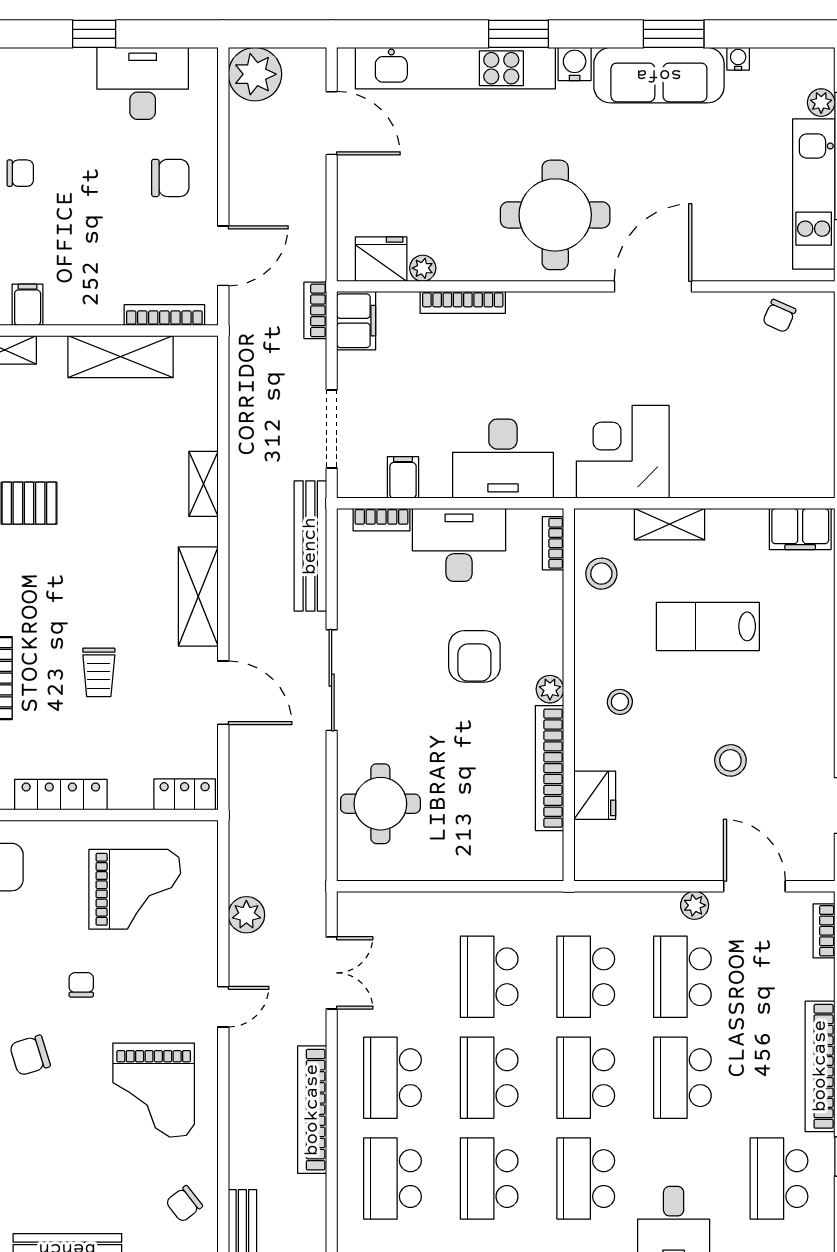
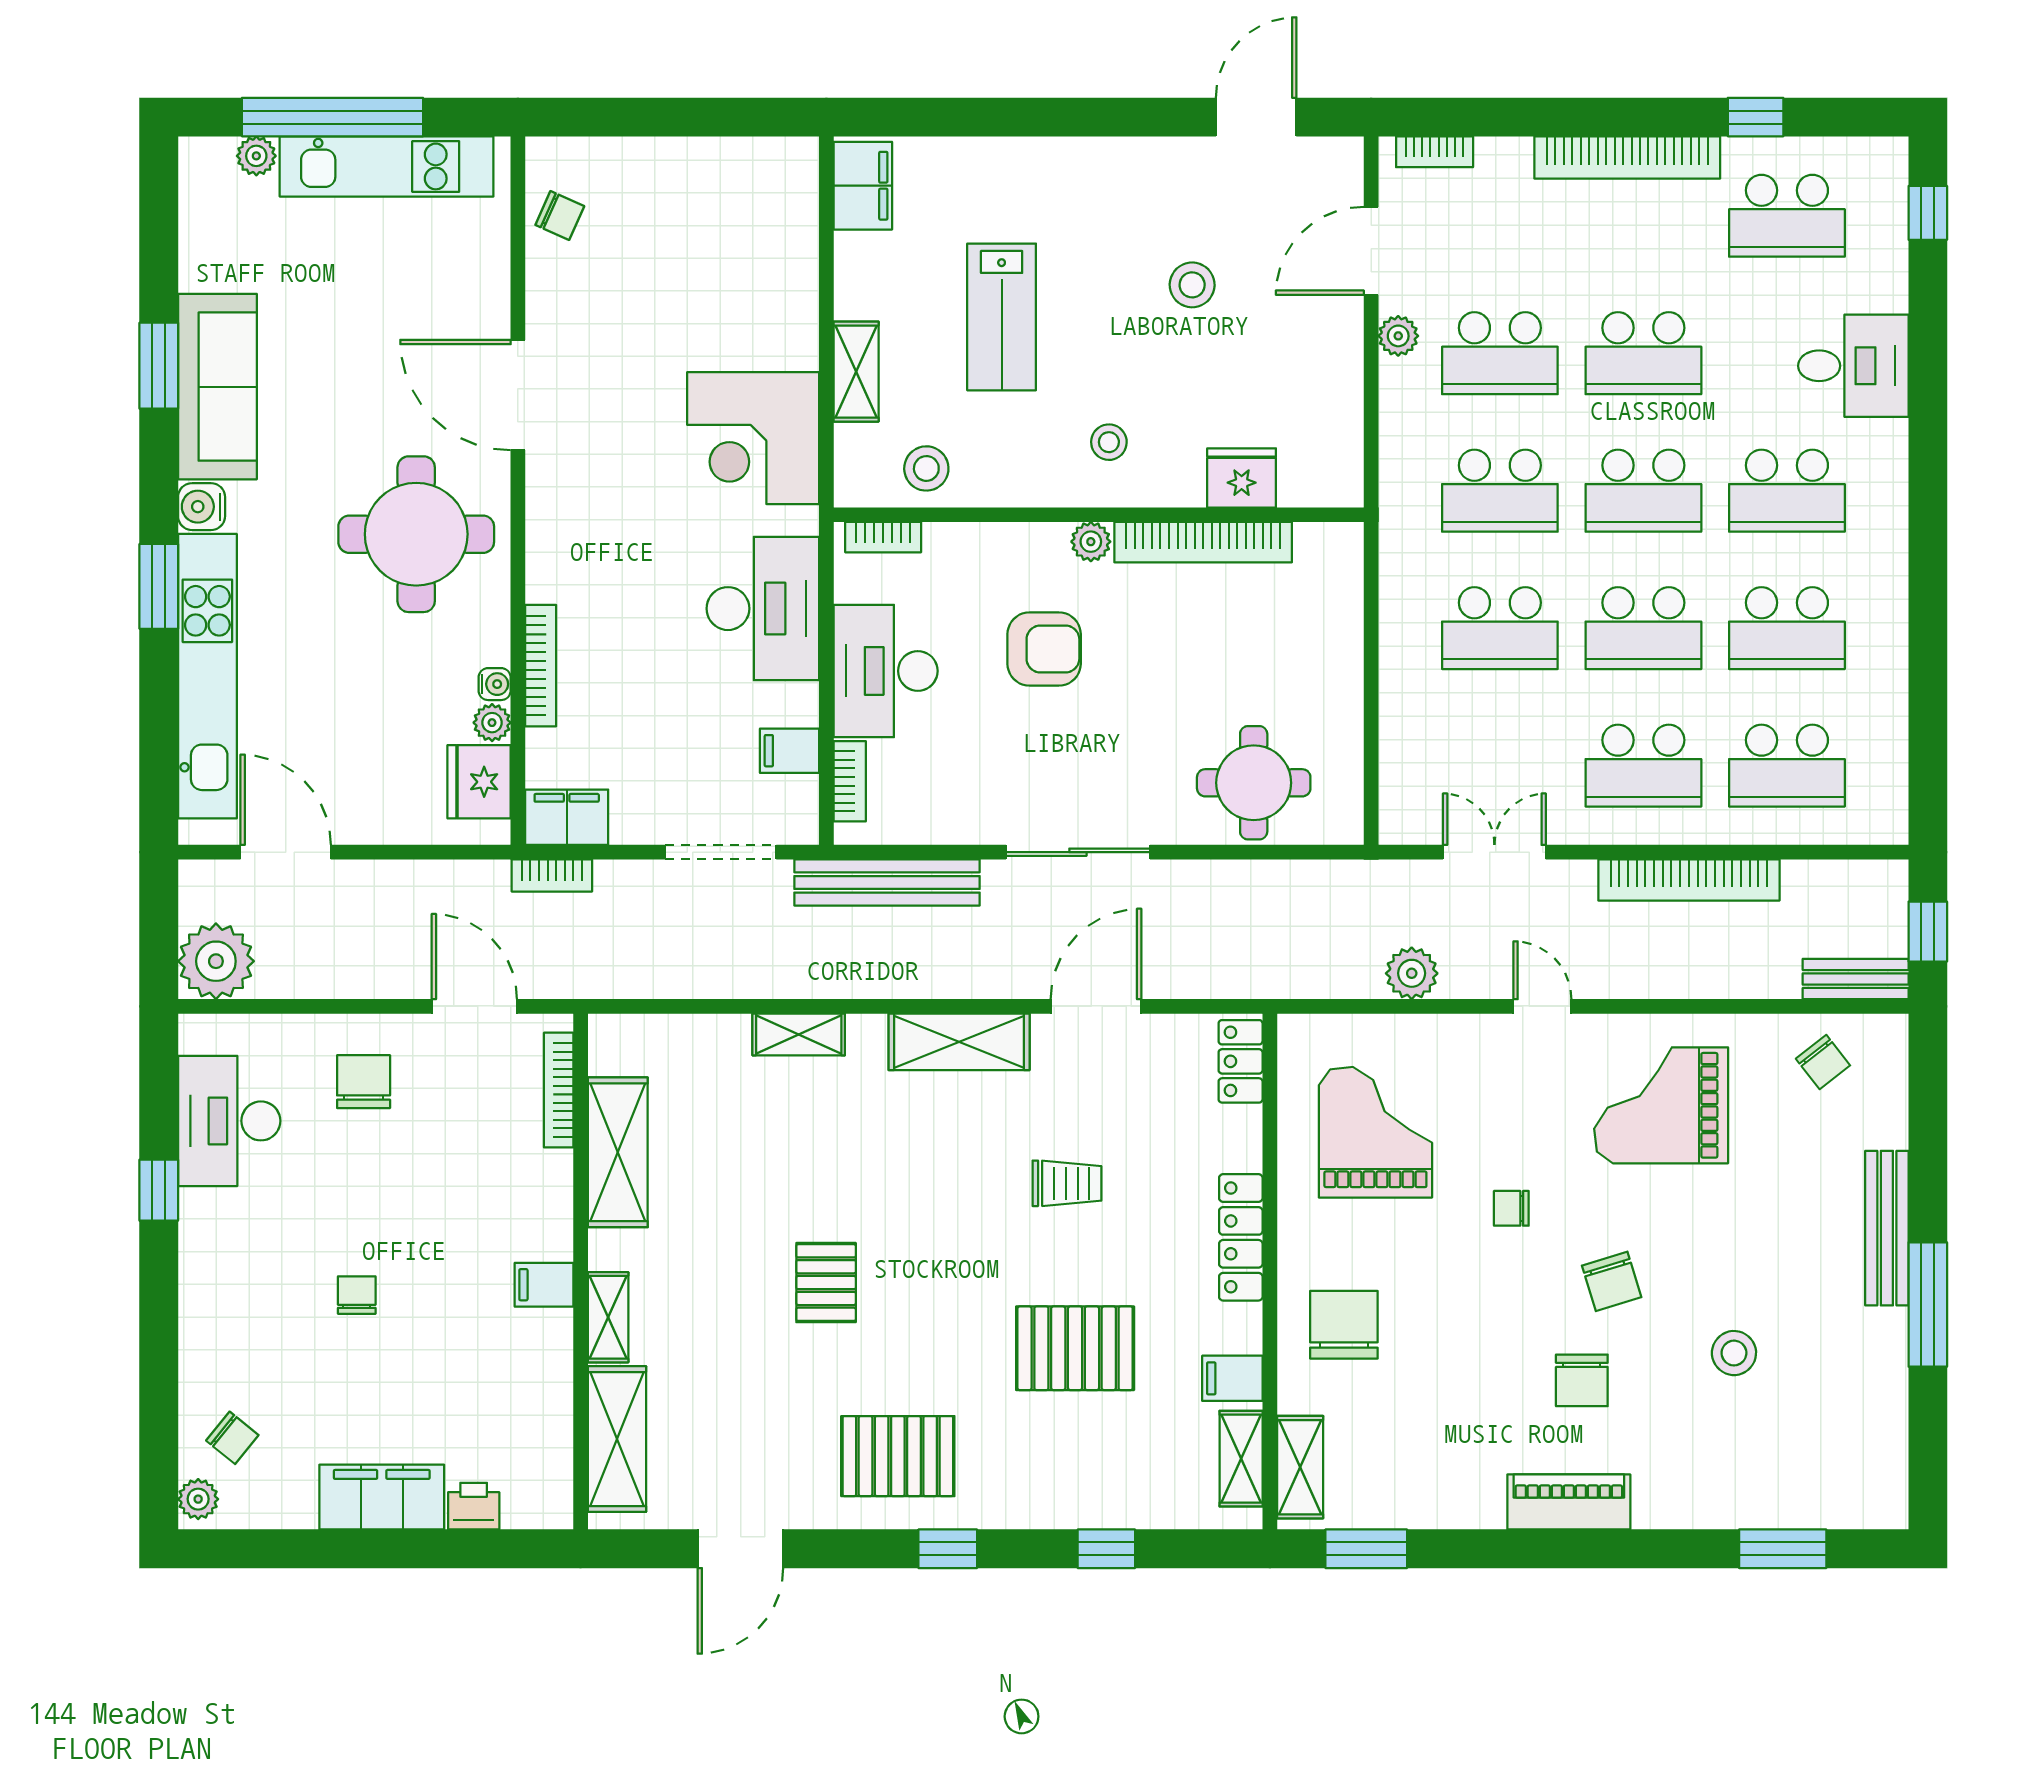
water cooler: (738, 59) -> (495, 684), moved, turned 180
door: (332, 123) -> (286, 852), hinge flipped
grand piano: (154, 1090) -> (1661, 1105), turned 180

